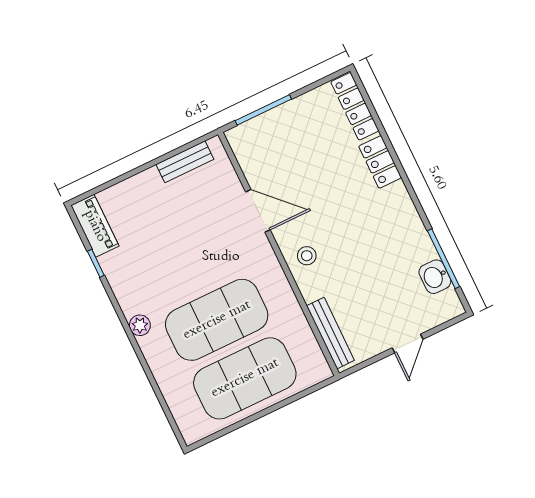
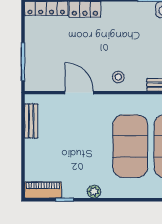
door: (258, 211) -> (79, 93), hinge flipped
plant: (140, 325) -> (94, 192), moved

